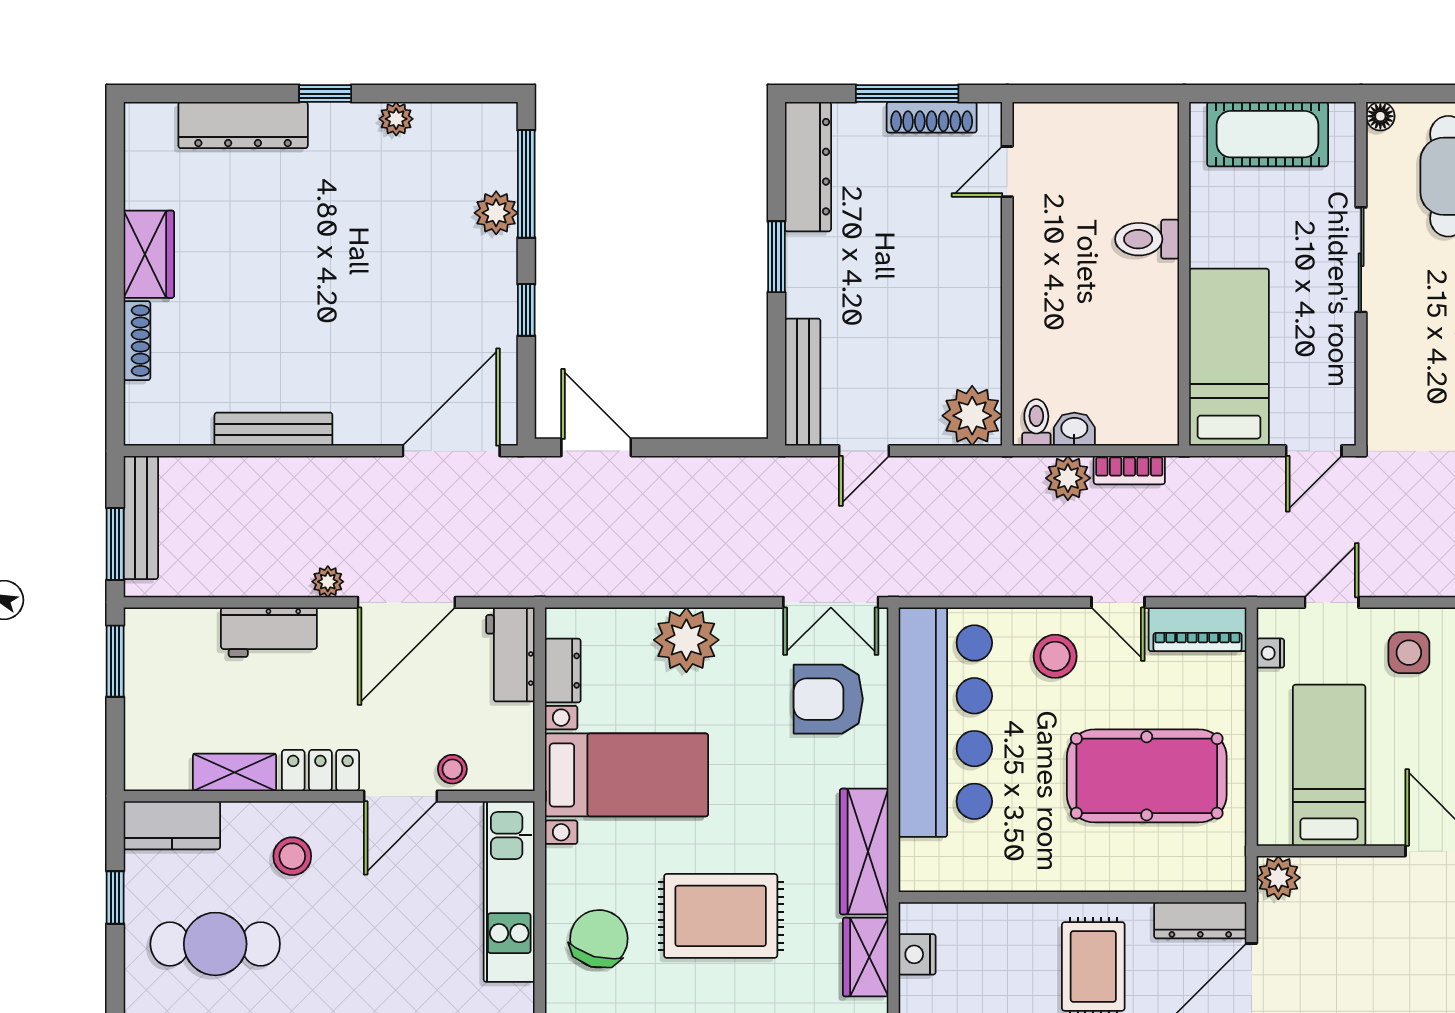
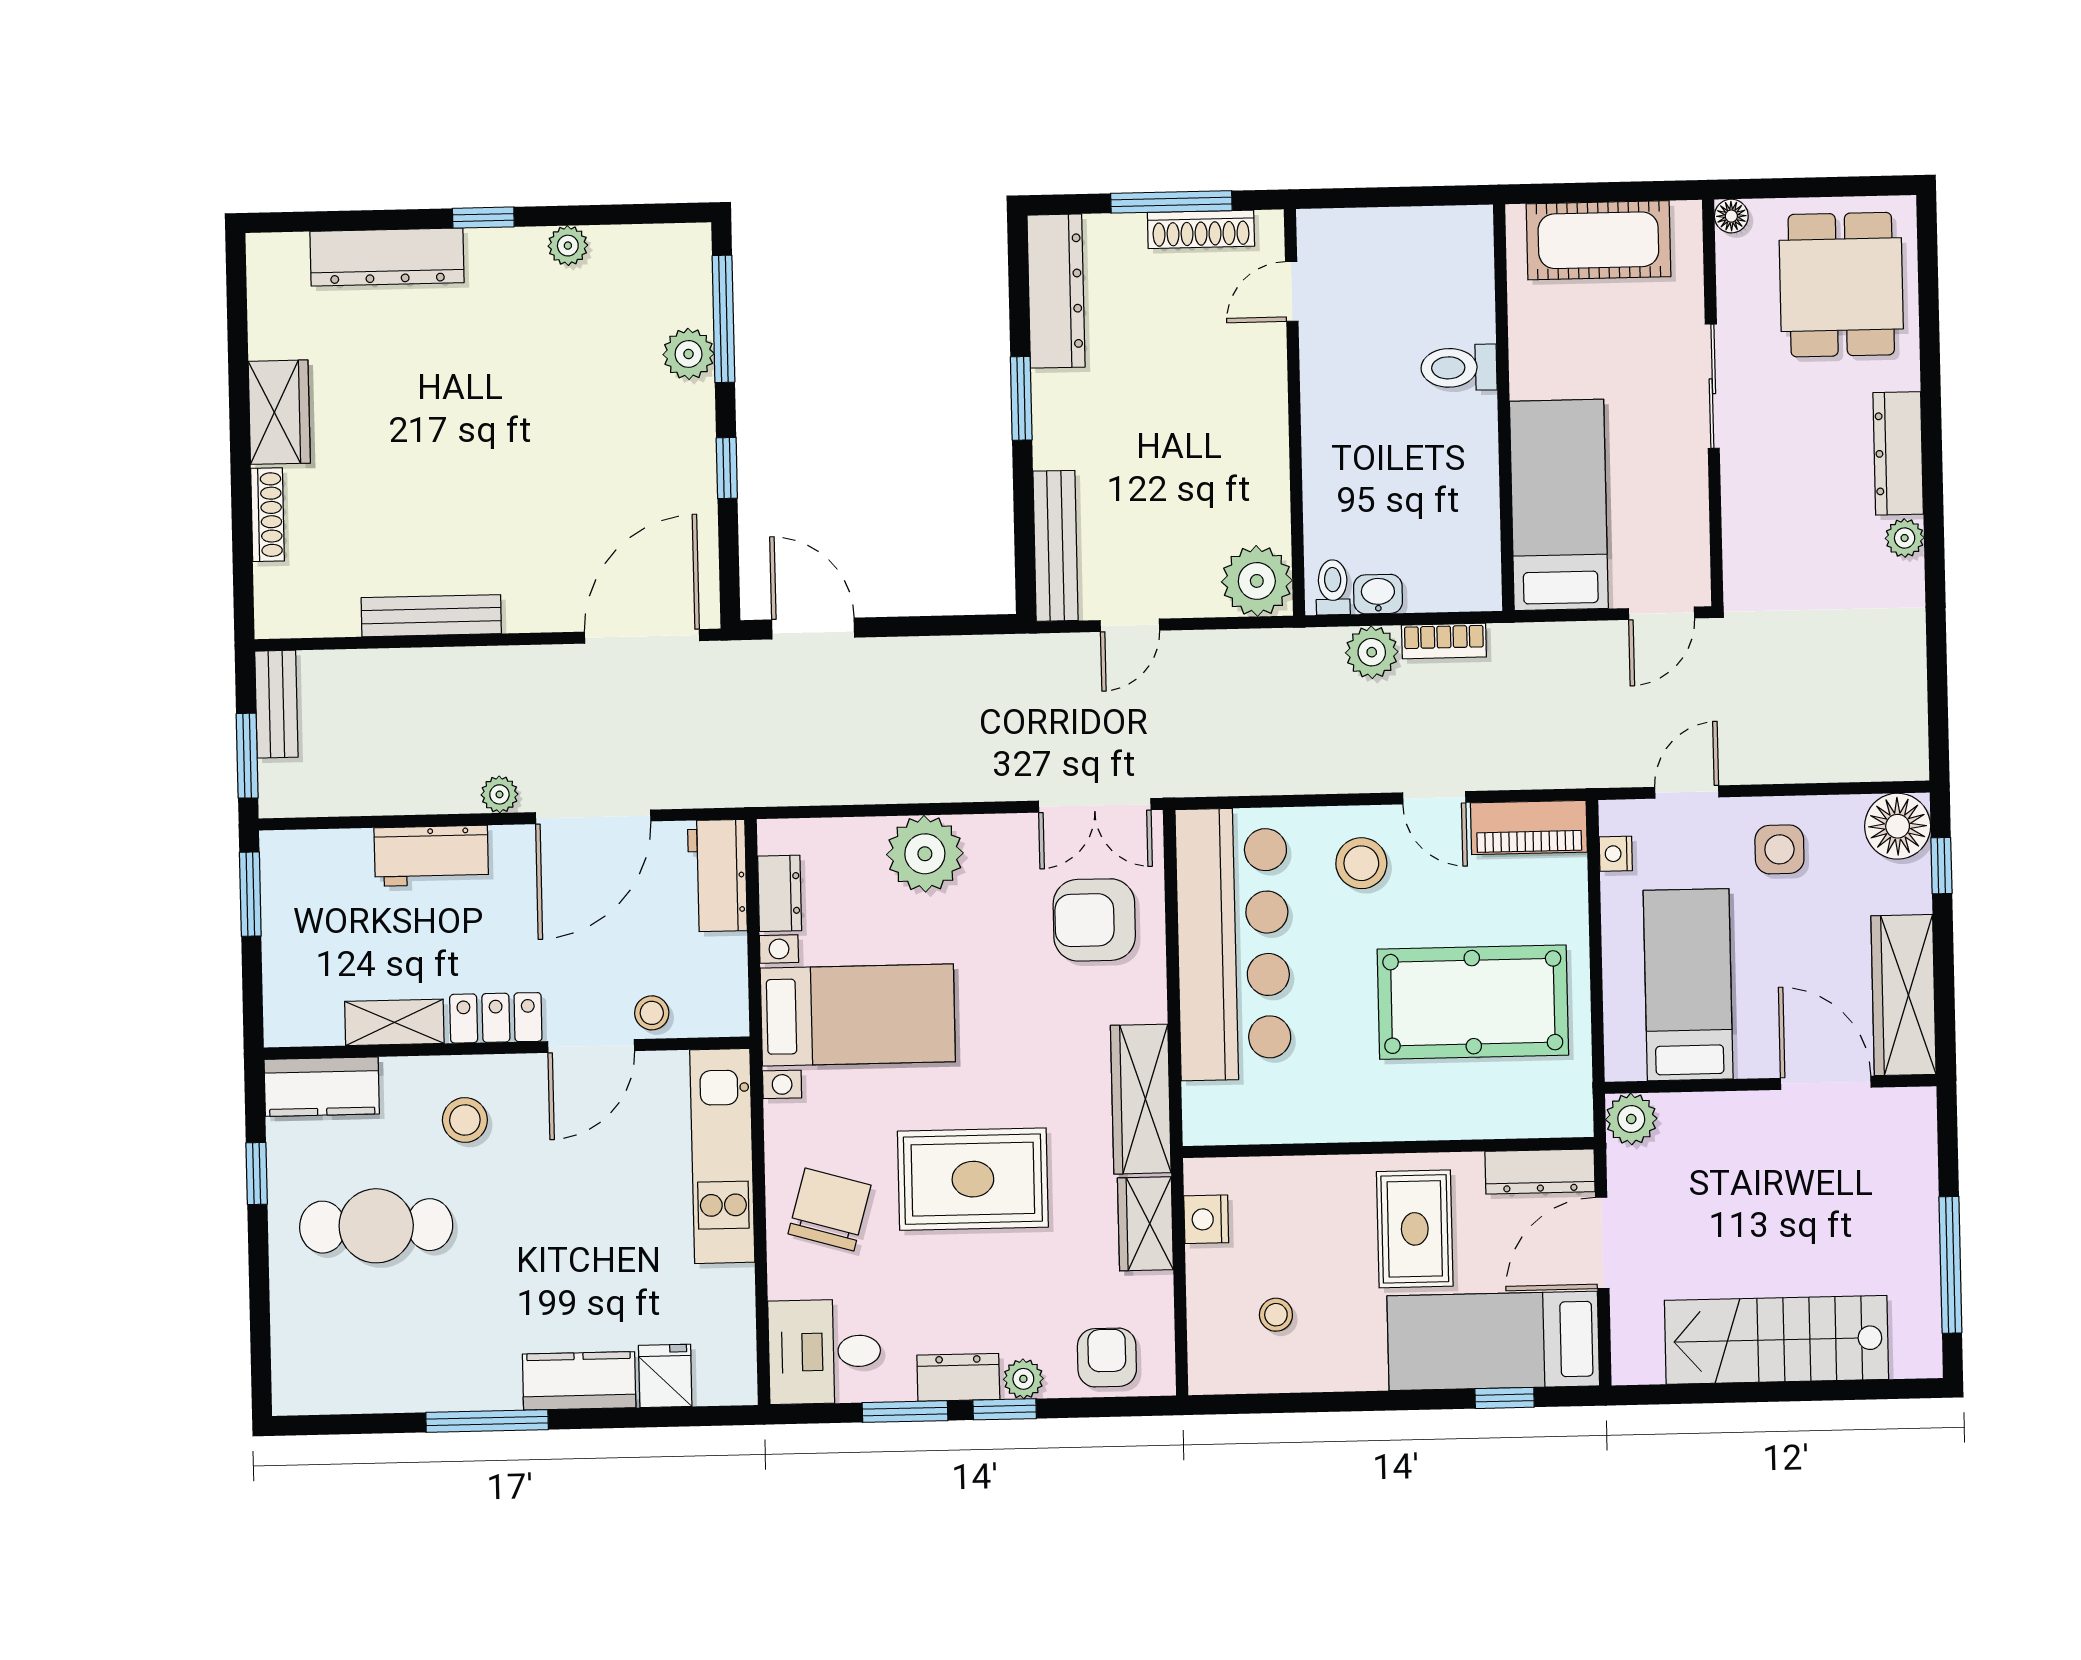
bench: (141, 517) -> (276, 704), width x0.73

